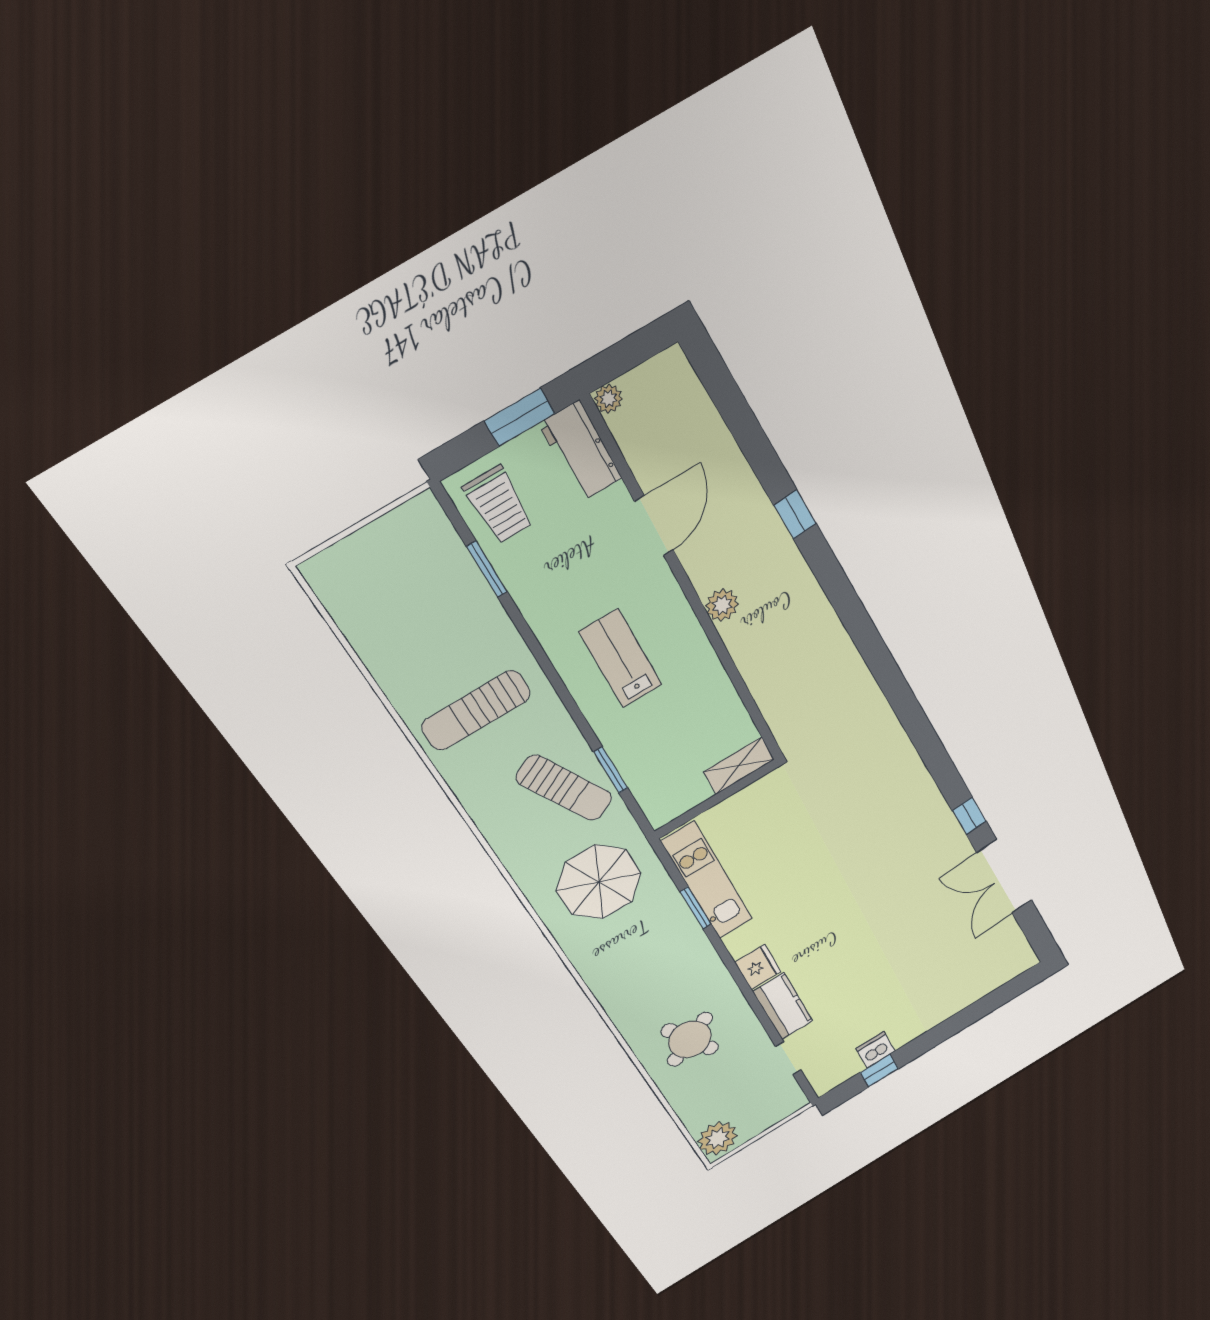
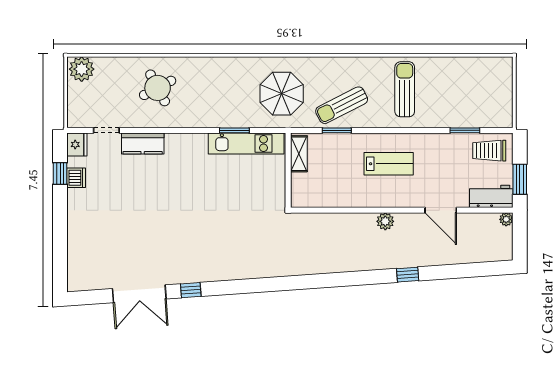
shelving: (739, 766) -> (299, 154), moved
double door: (1004, 877) -> (139, 294), swing flipped
fridge: (758, 967) -> (77, 144), moved, turned -90

